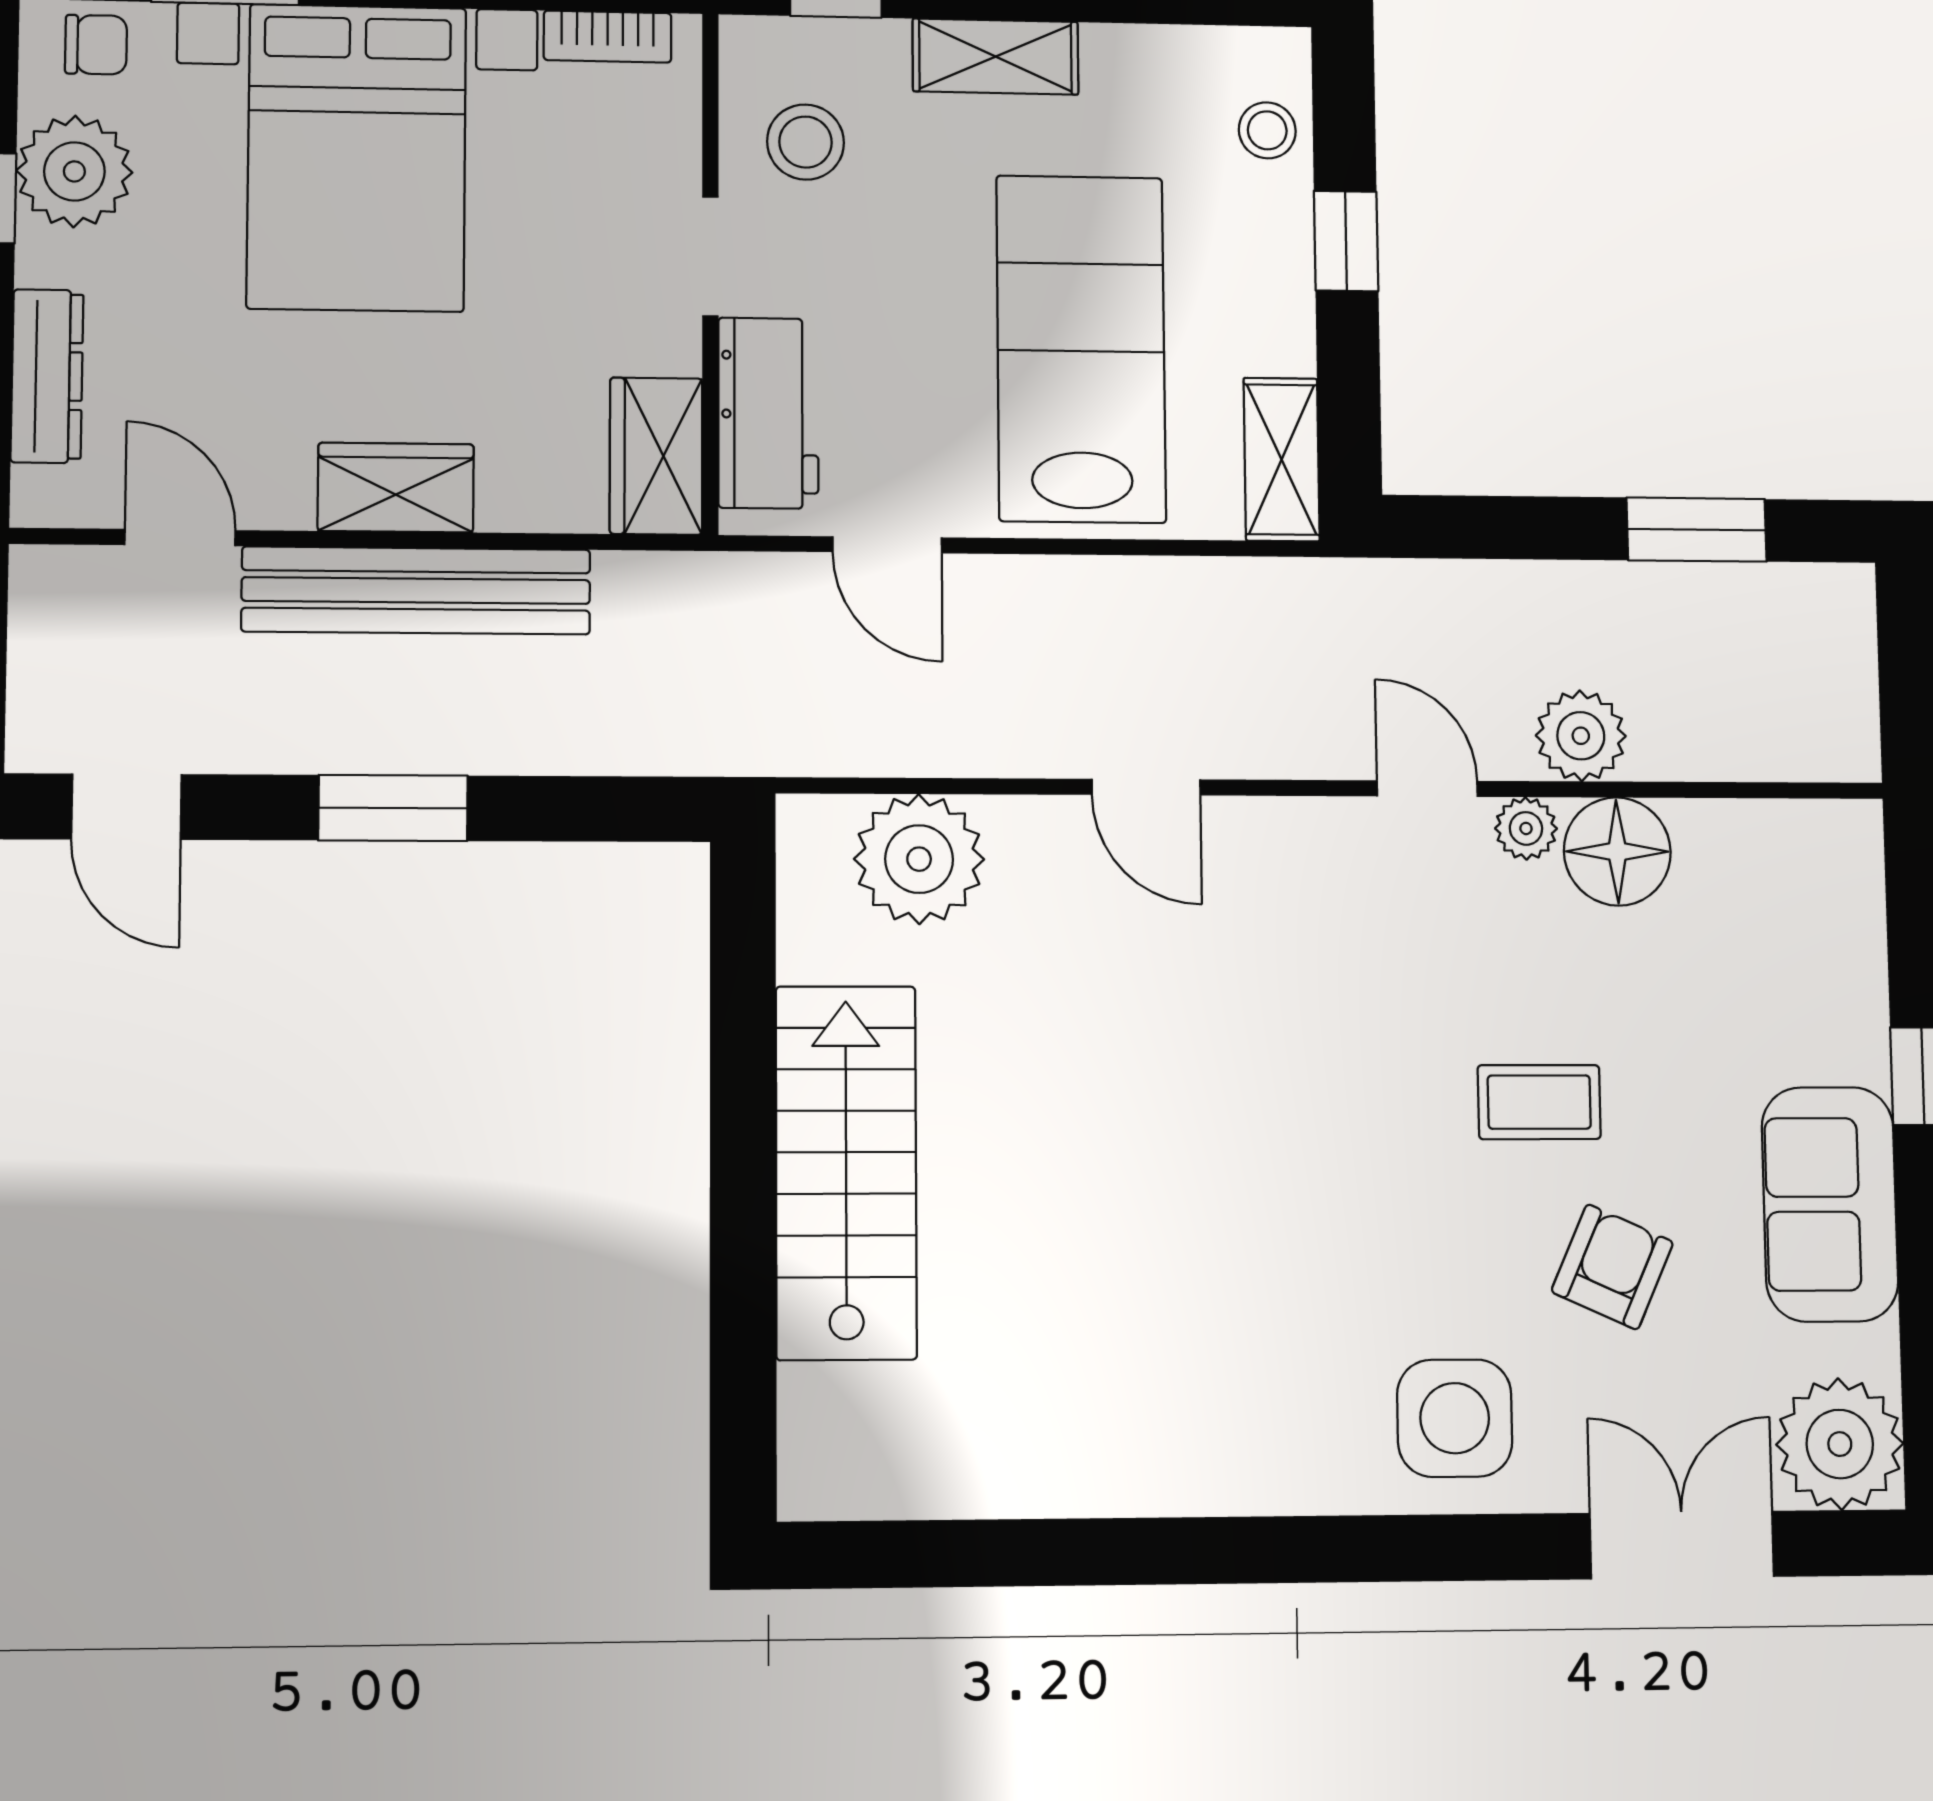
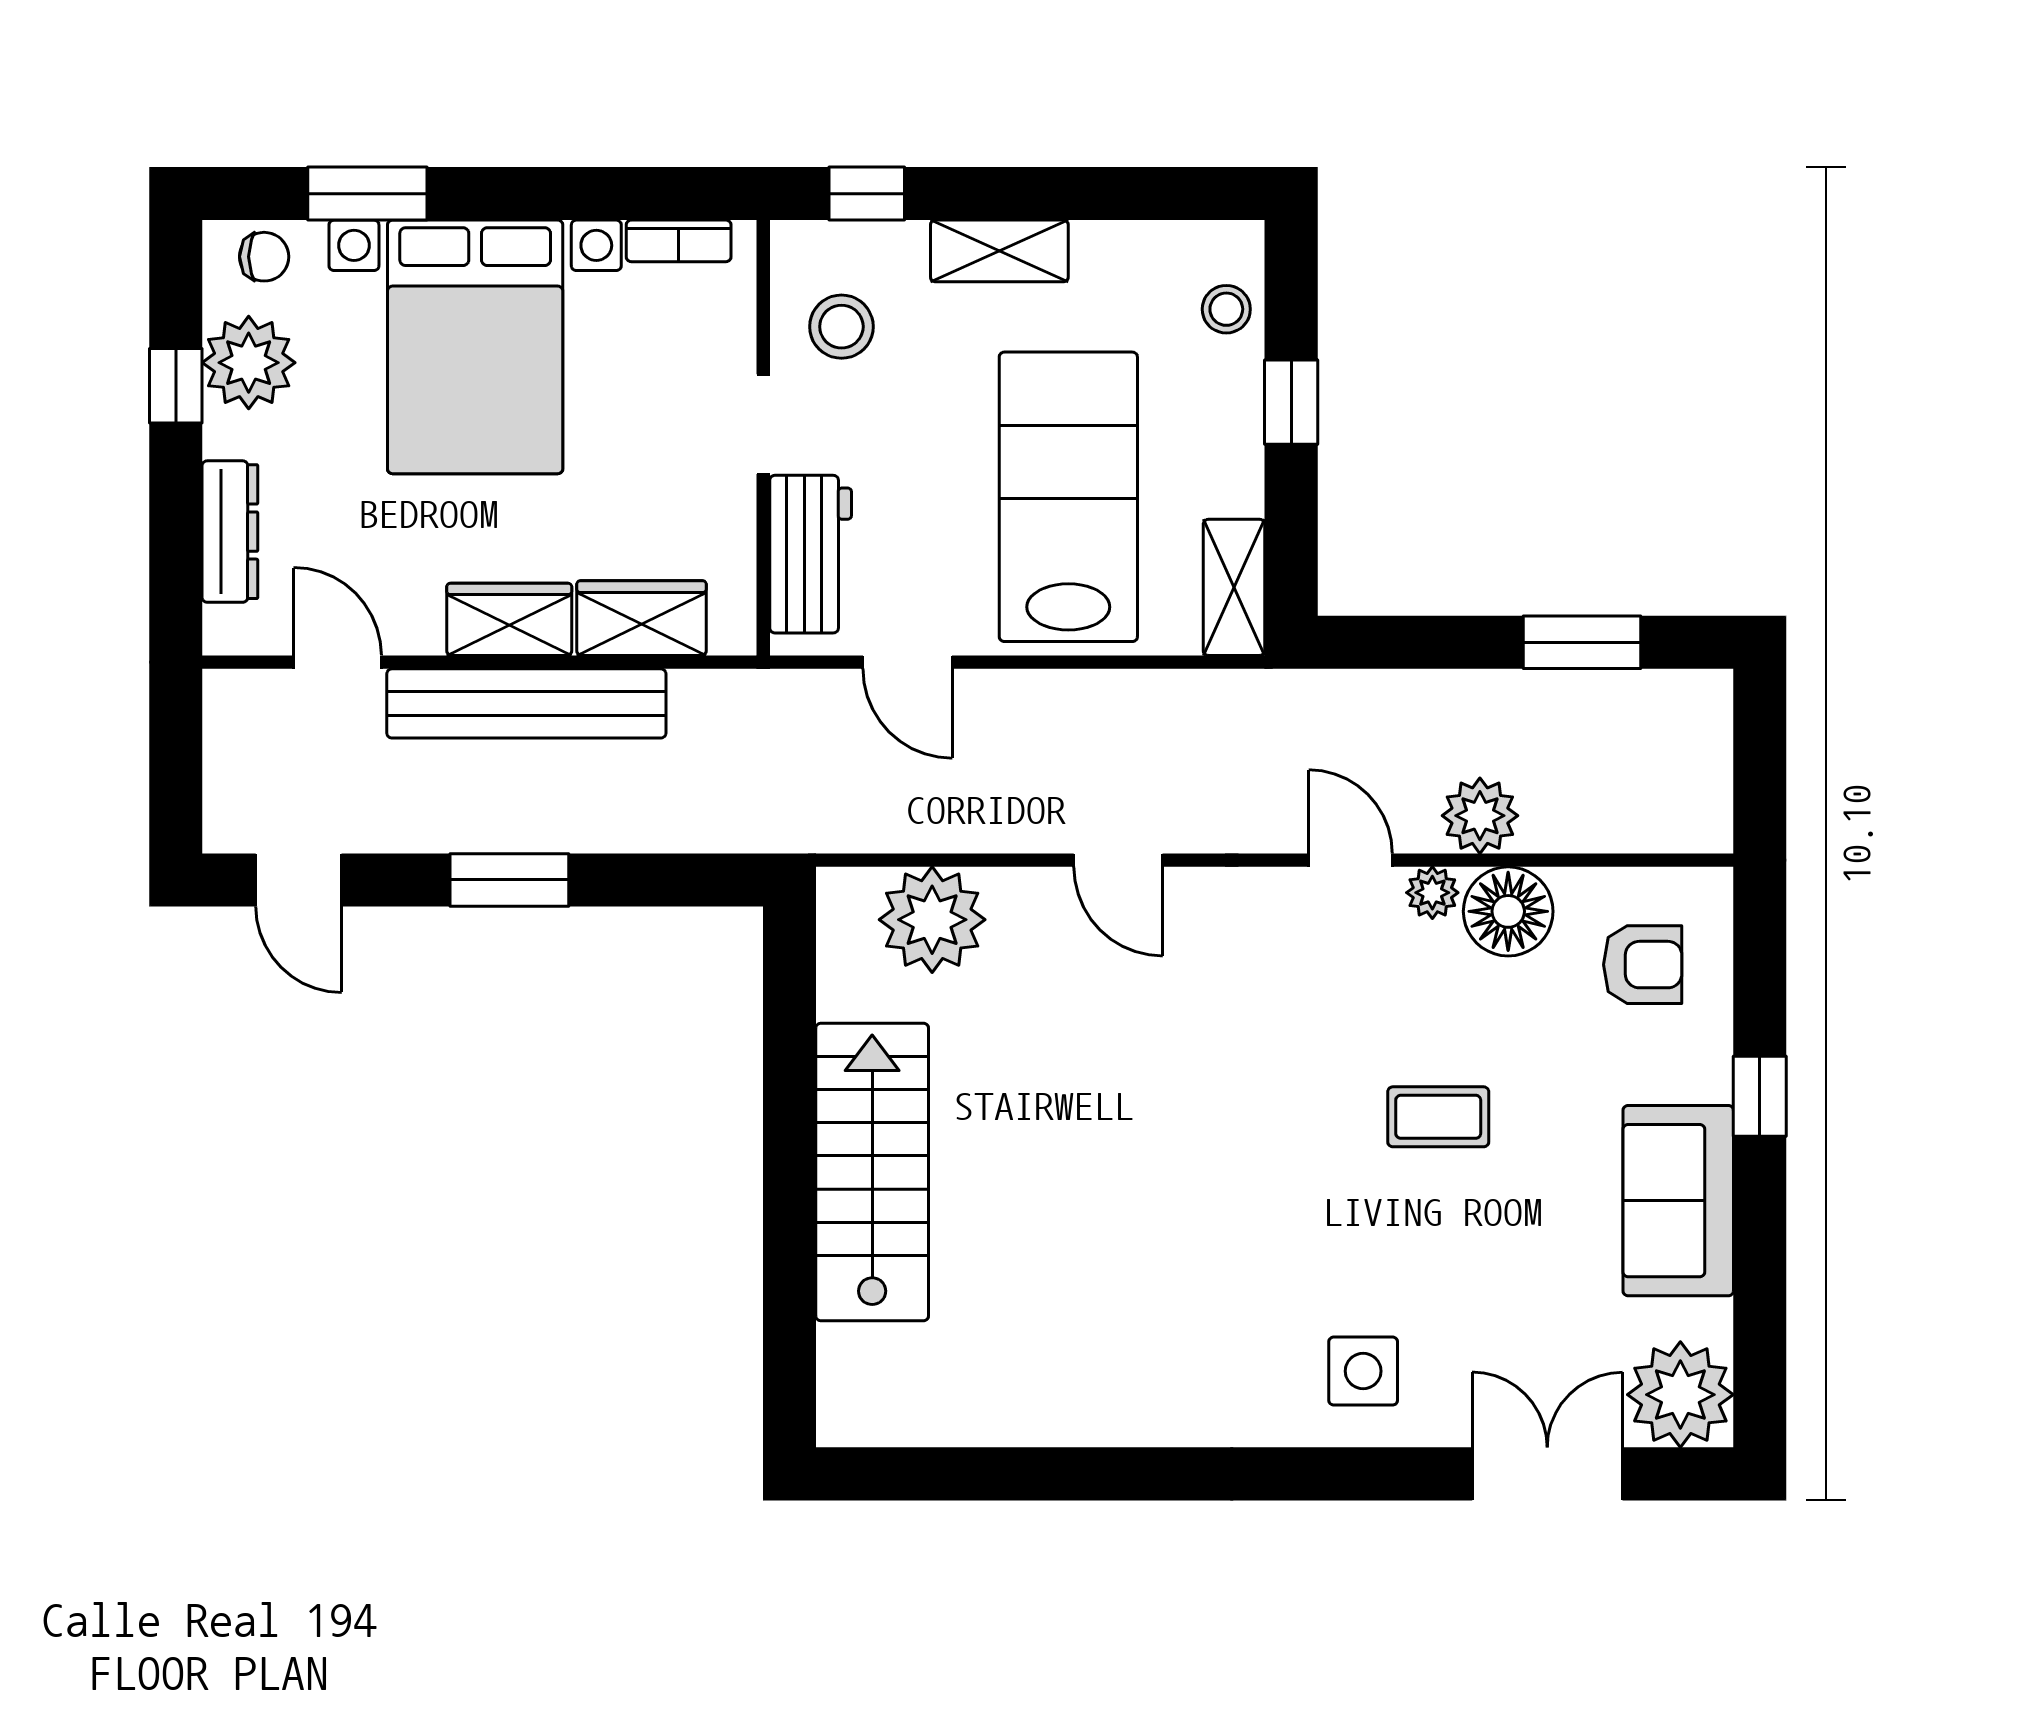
wardrobe: (656, 456) -> (642, 618), moved, turned 90
armchair: (1612, 1267) -> (1643, 965), moved, turned 66
side table: (1455, 1418) -> (1363, 1371), width x0.73, depth x0.73

